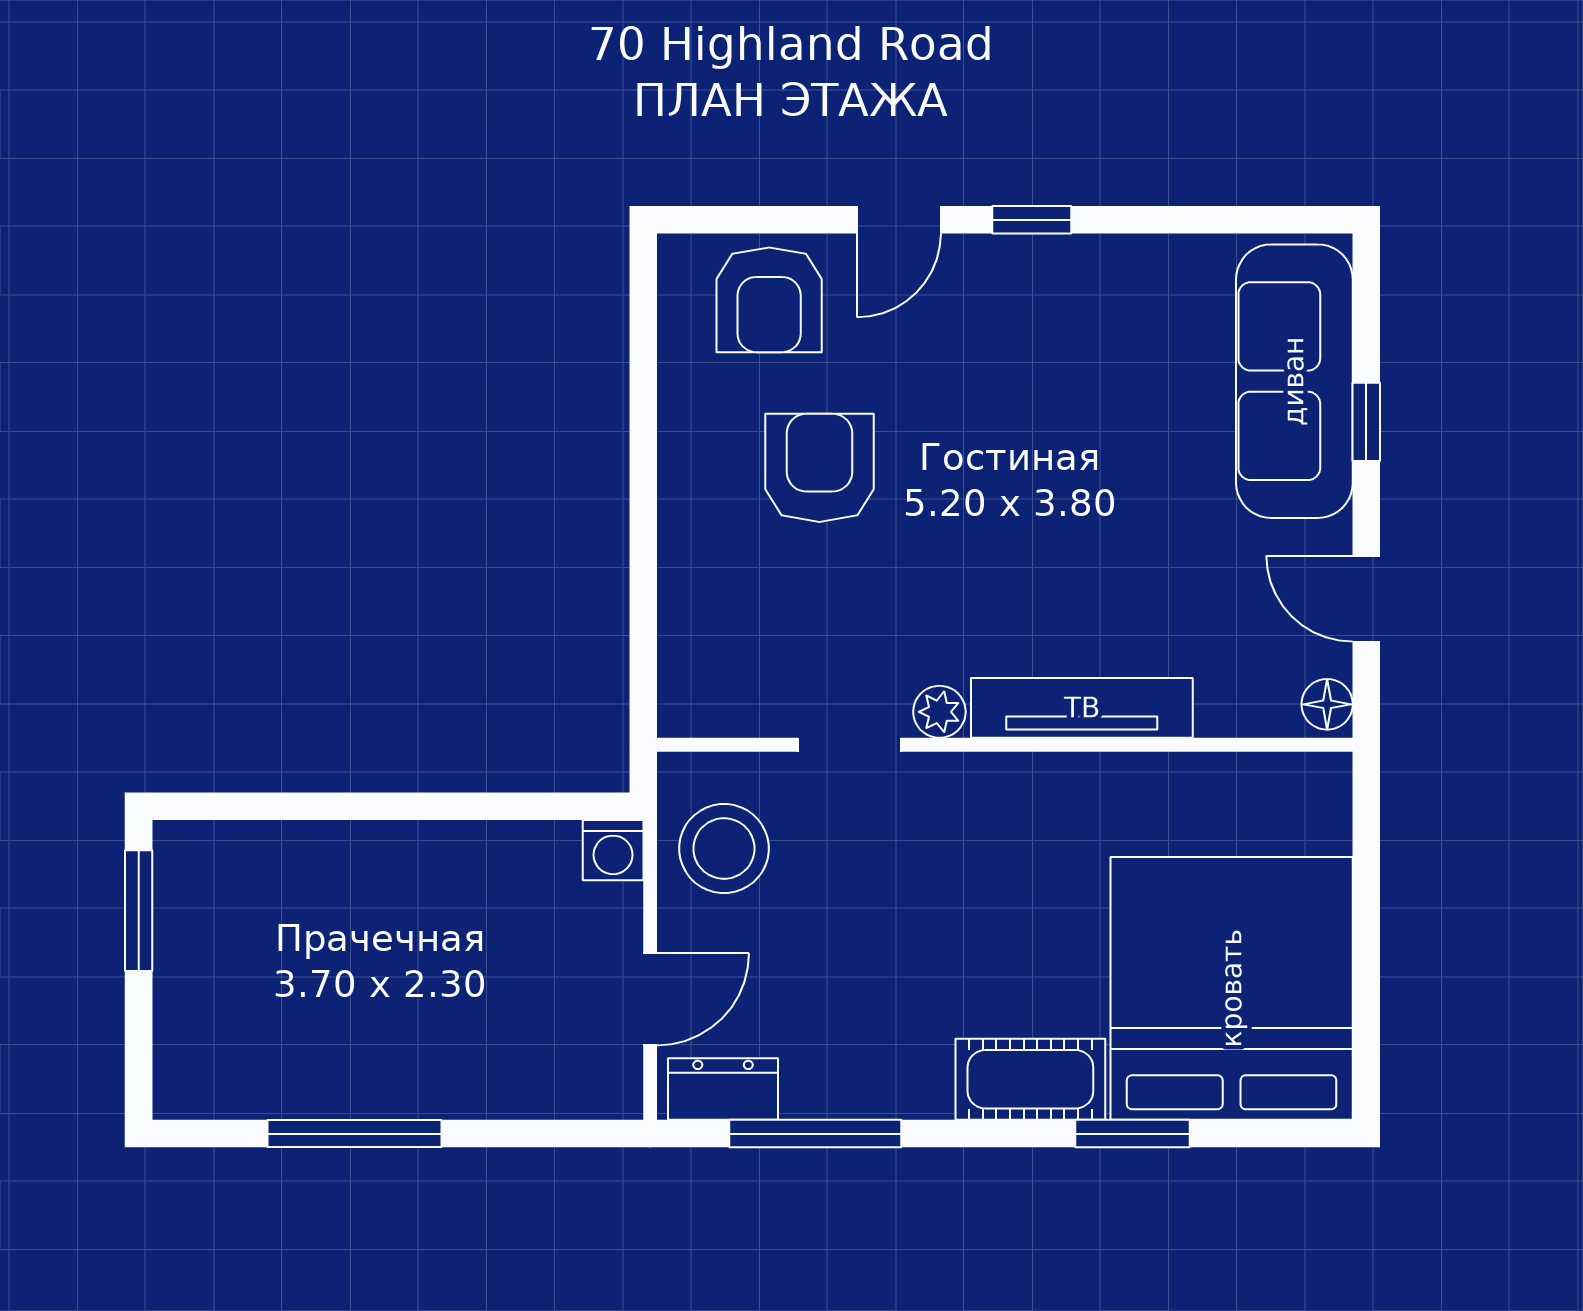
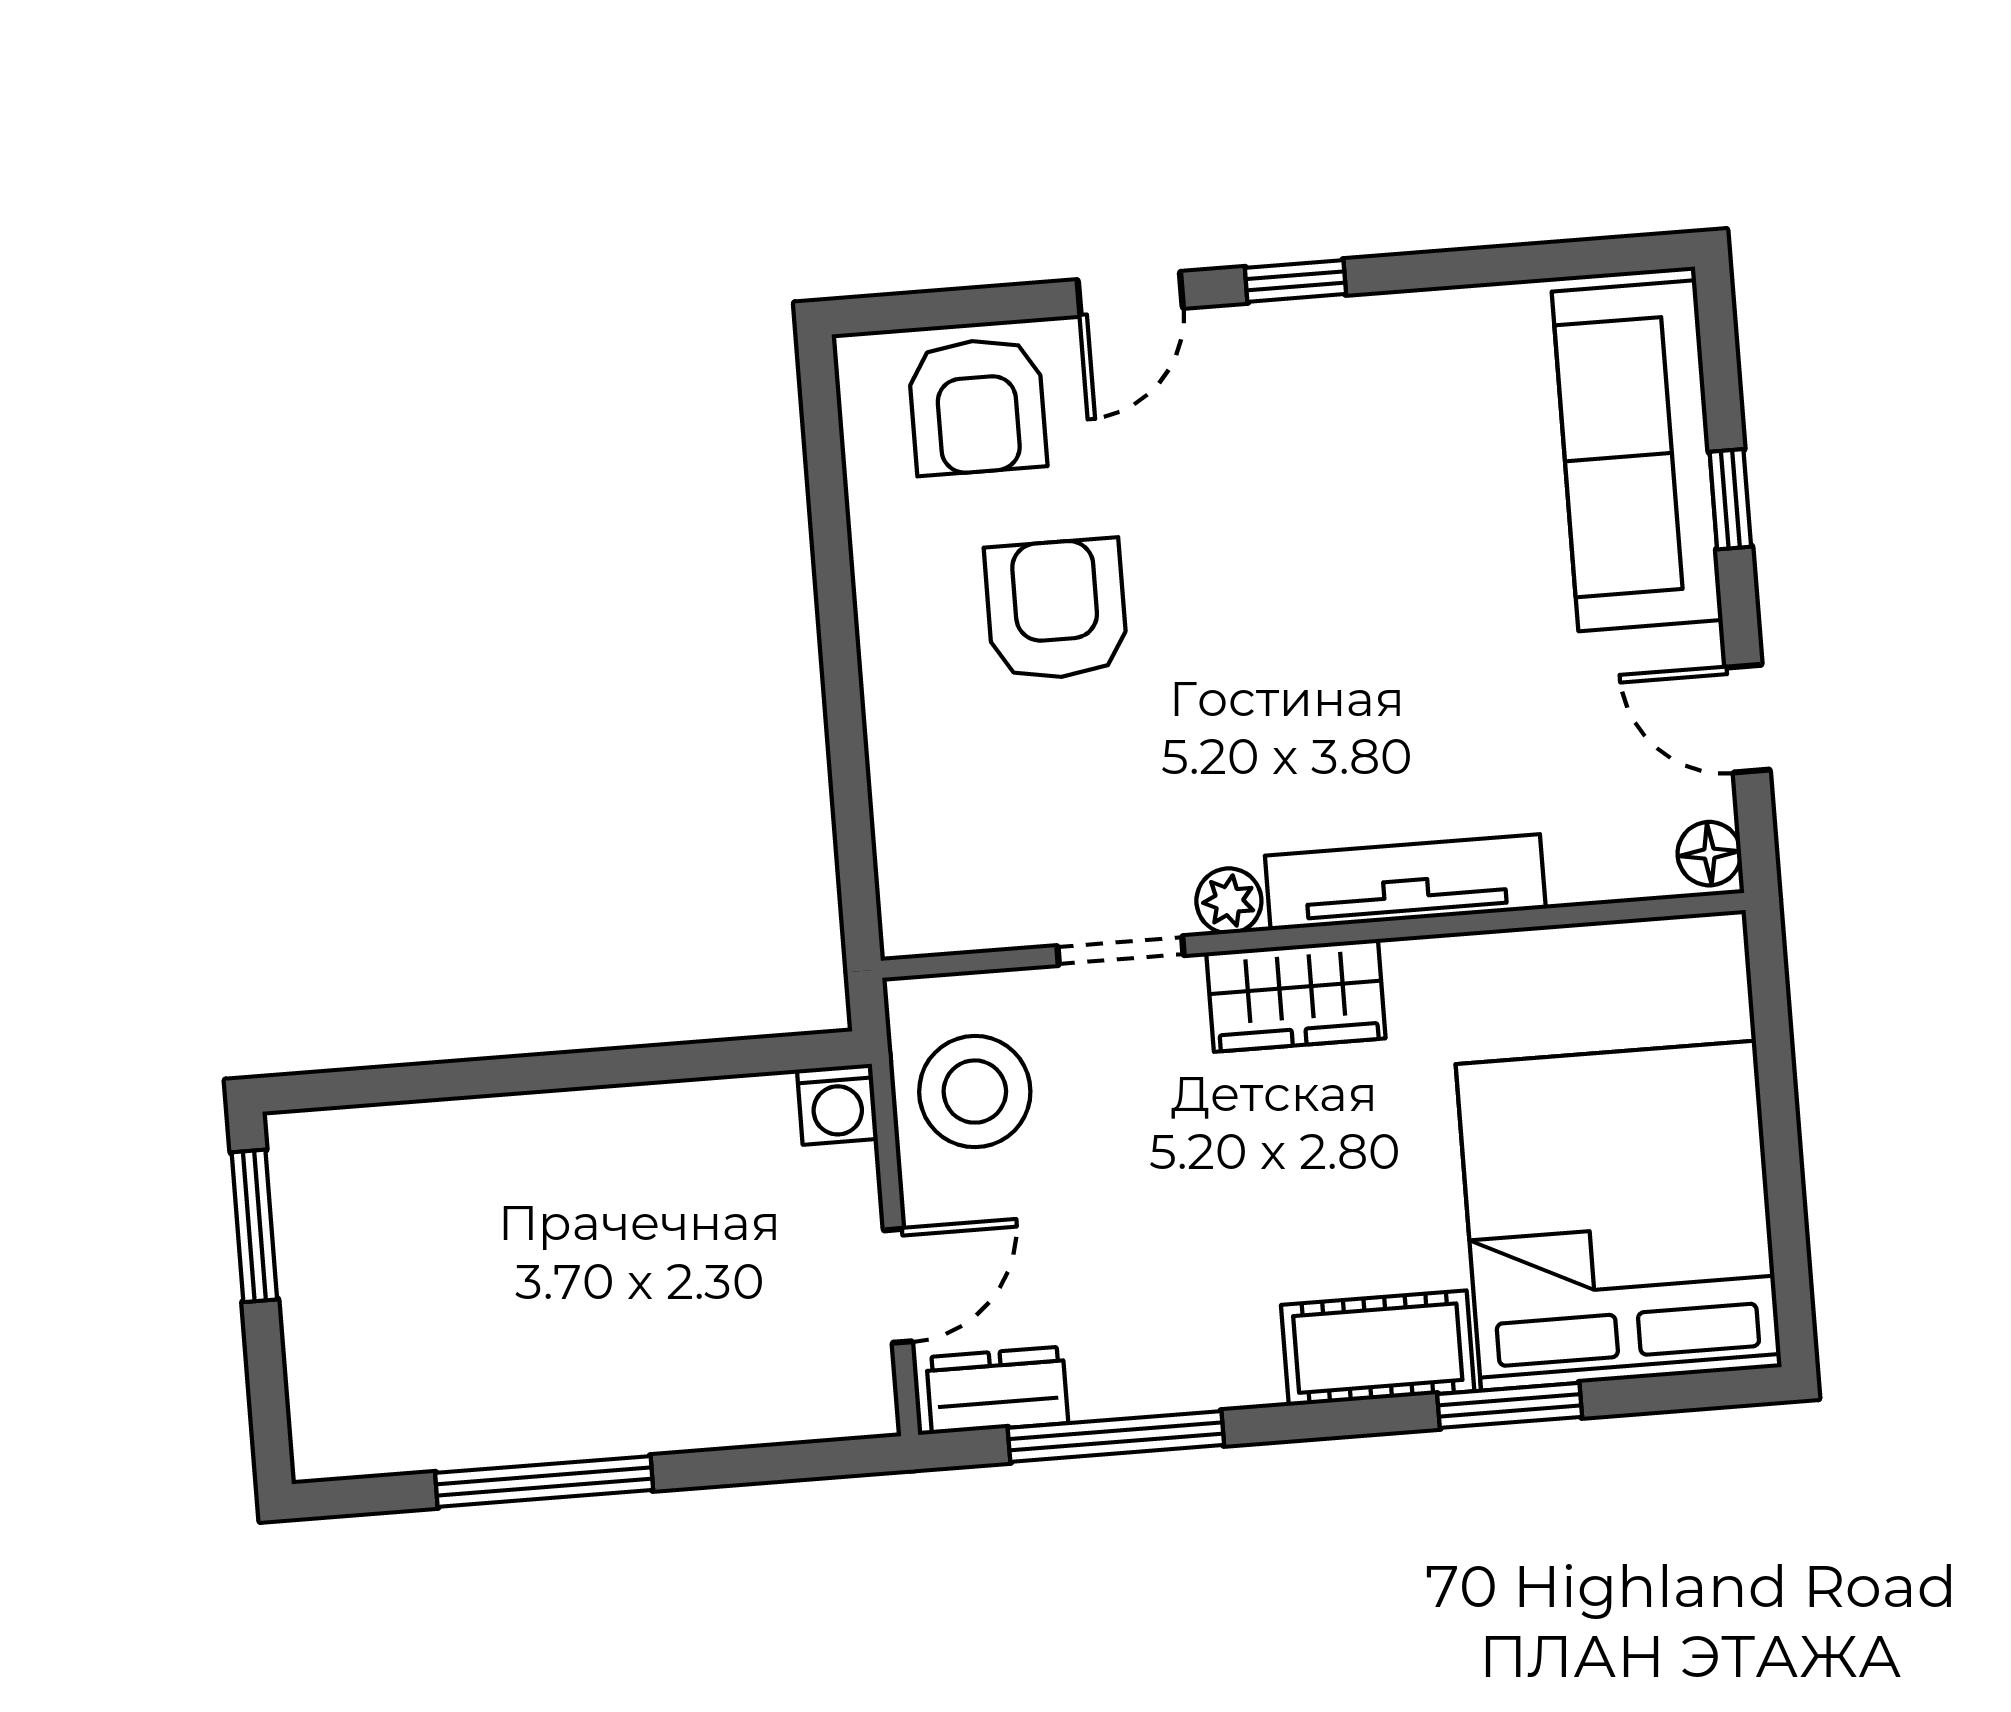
wardrobe: (987, 792) -> (1296, 995), added

